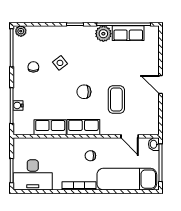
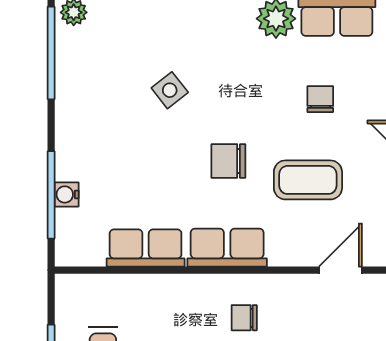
chair: (33, 67) -> (320, 99), moved
coffee table: (116, 100) -> (308, 180), turned 90
door: (130, 136) -> (340, 270), swing flipped

